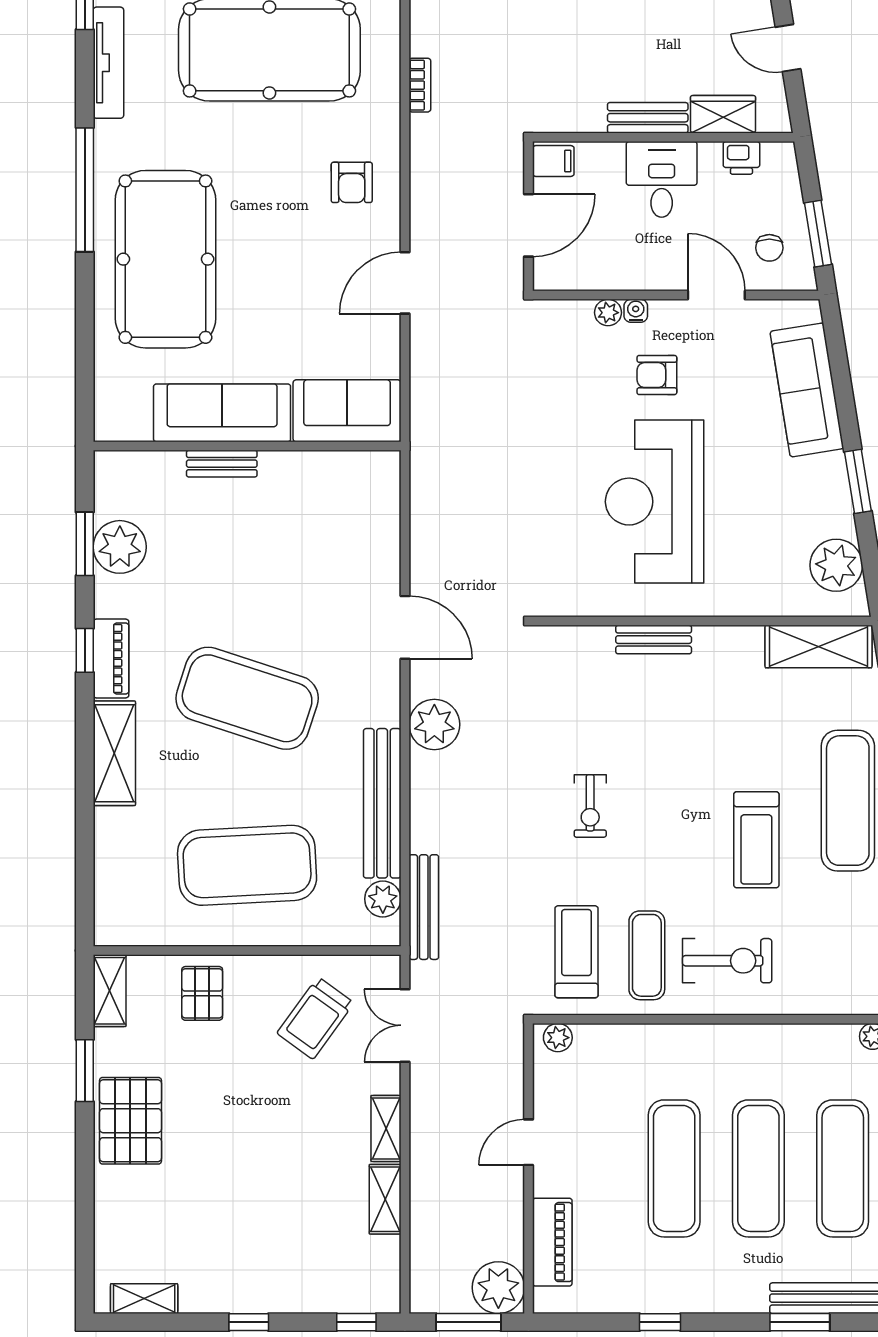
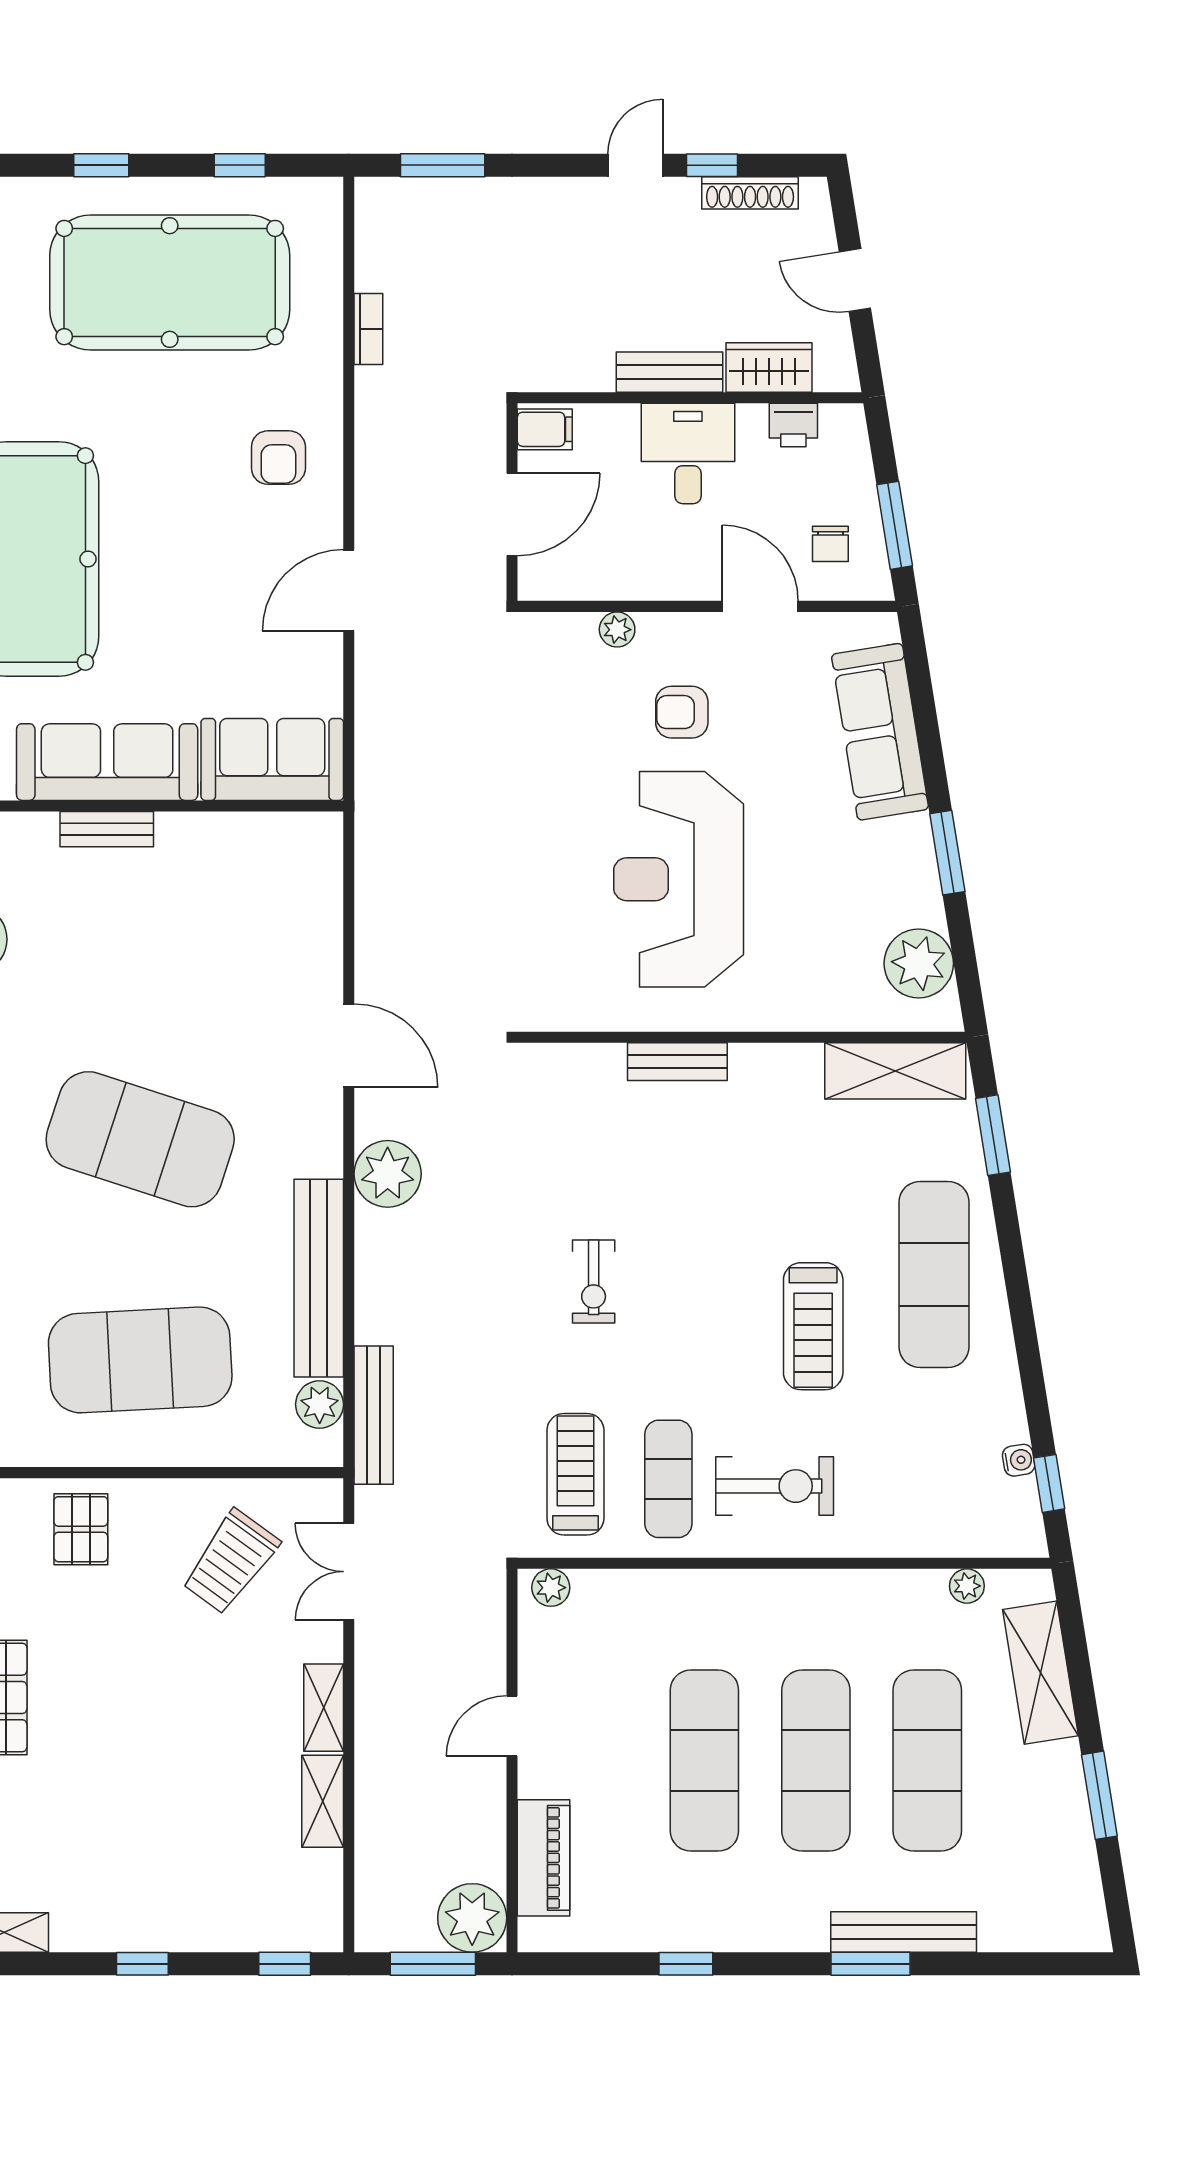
water cooler: (636, 311) -> (654, 627), removed

